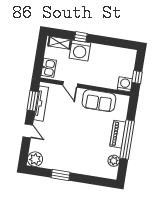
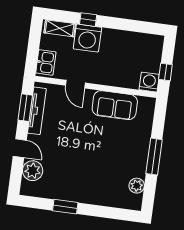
piano: (118, 134) -> (141, 150), removed
window: (127, 140) -> (154, 157), width x0.68
plant: (35, 159) -> (33, 171), moved

